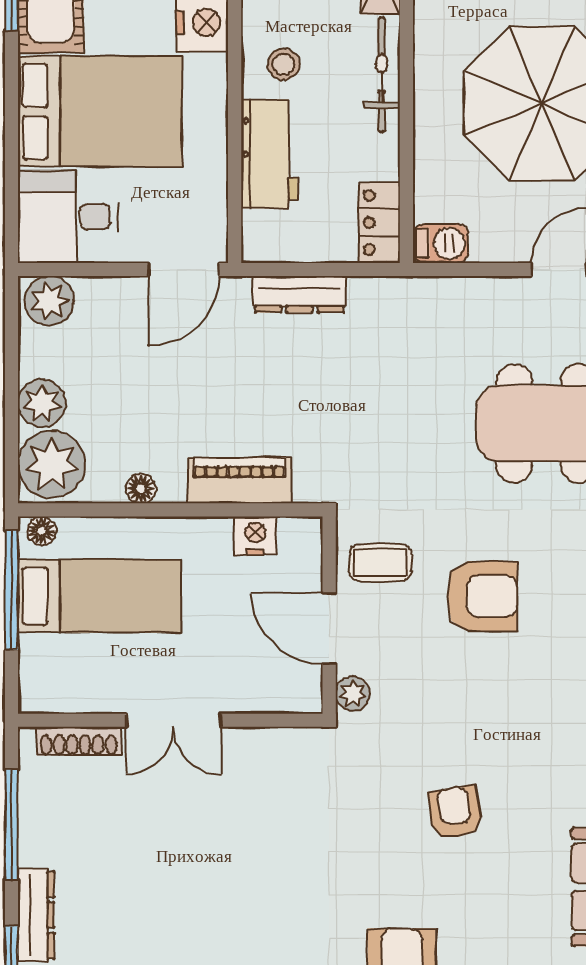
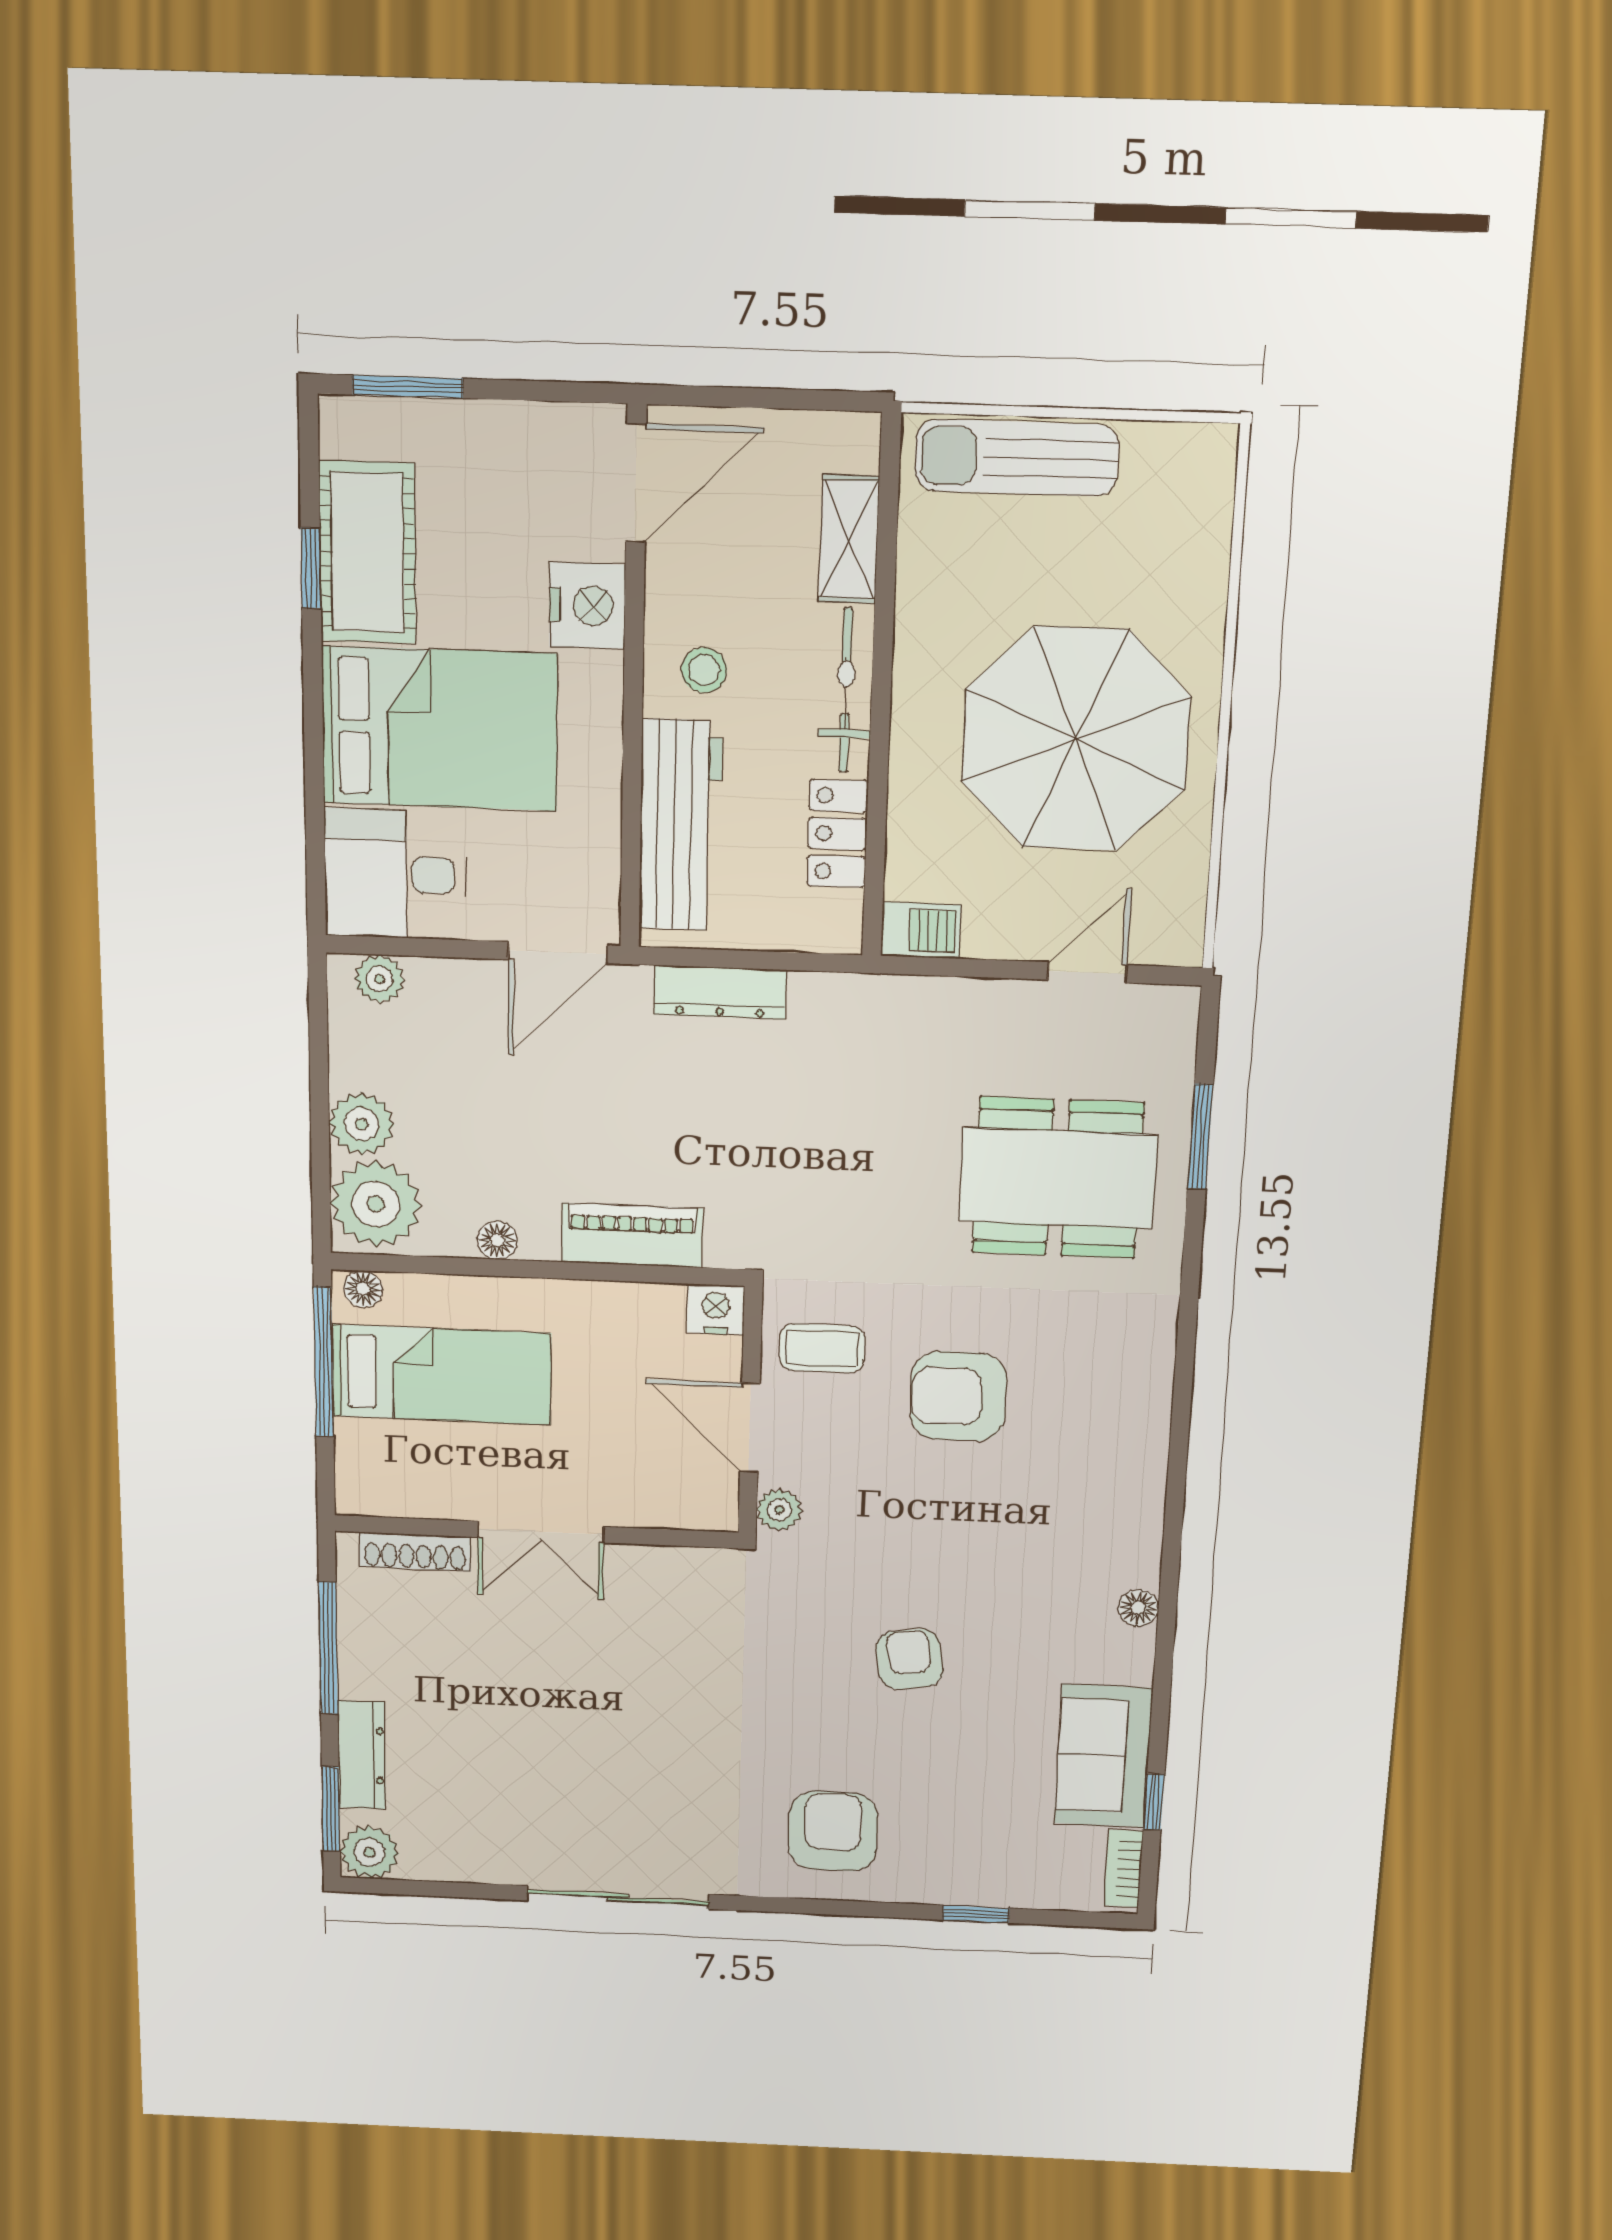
workbench: (269, 154) -> (681, 825), width x1.38
locker: (379, 223) -> (837, 834), moved
plant: (49, 301) -> (379, 979), width x0.73, depth x0.73
nightstand: (255, 536) -> (716, 1309), moved
armchair: (482, 596) -> (958, 1396), turned 180

